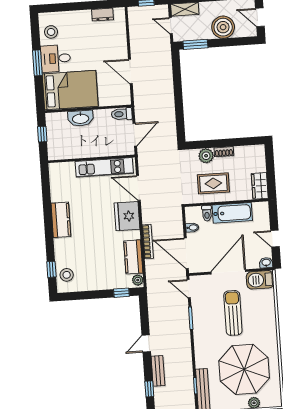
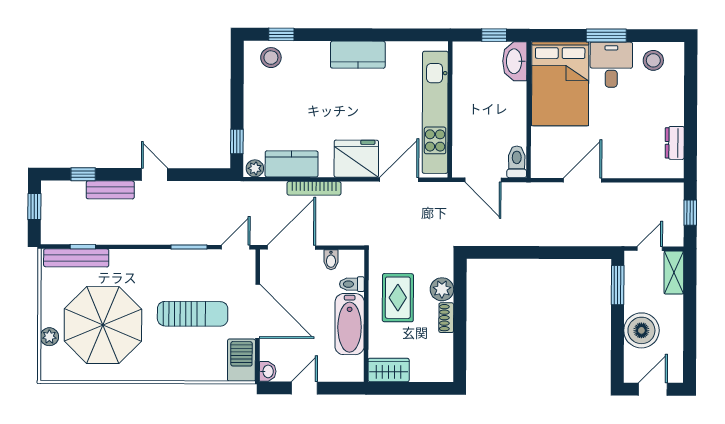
washbasin: (81, 118) -> (515, 61), moved
kitchen unit: (104, 167) -> (435, 112), width x1.36

